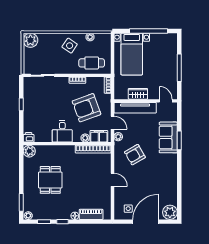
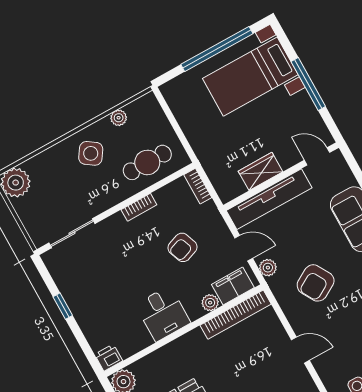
bed with nightstands: (132, 54) -> (250, 77), moved, turned 90
armchair: (87, 108) -> (183, 247), width x0.53, depth x0.53

